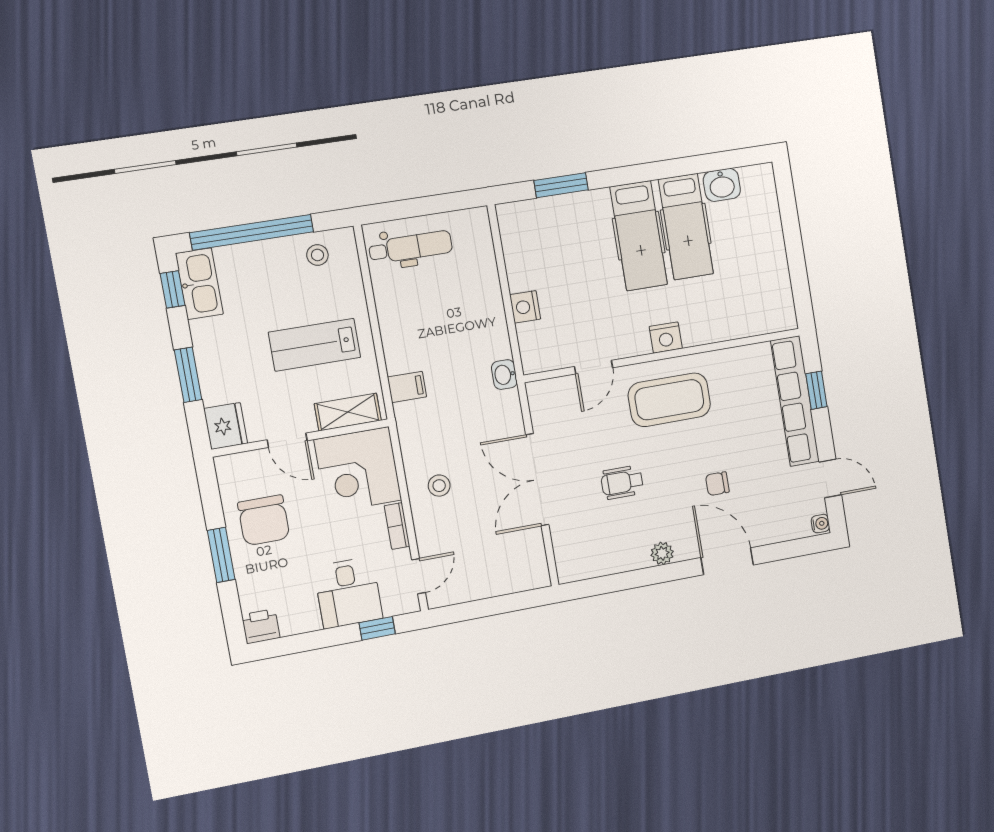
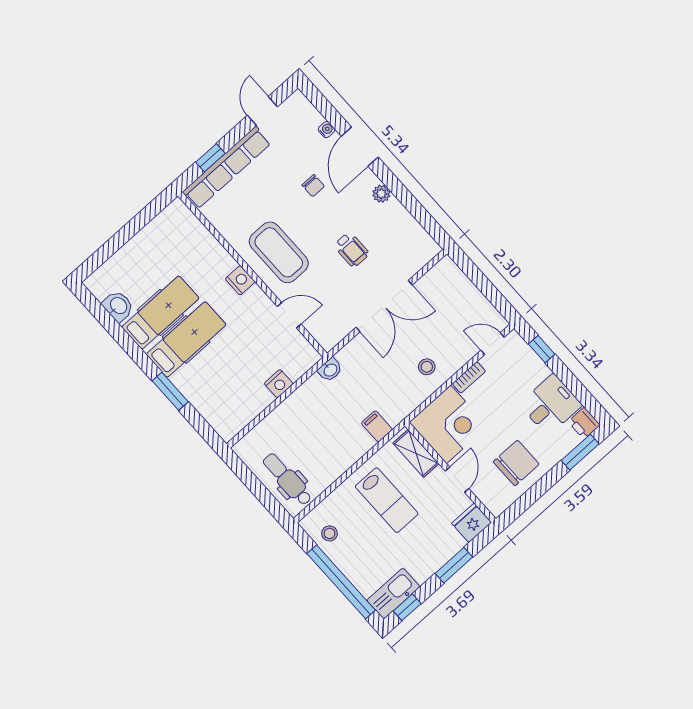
window: (561, 185) -> (170, 391), moved
water cooler: (820, 524) -> (326, 130), moved, turned 90
window: (221, 555) -> (580, 452), moved
desk: (348, 593) -> (551, 405), moved

